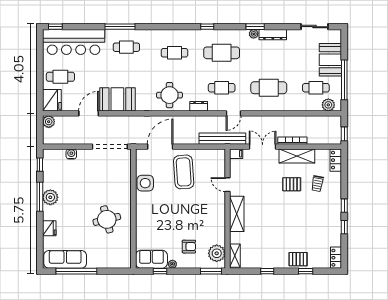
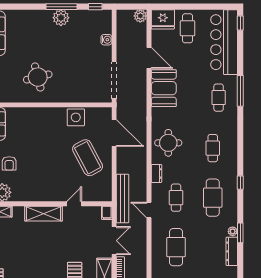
coffee table: (184, 172) -> (88, 158), turned 66
fridge: (49, 228) -> (28, 17), removed

